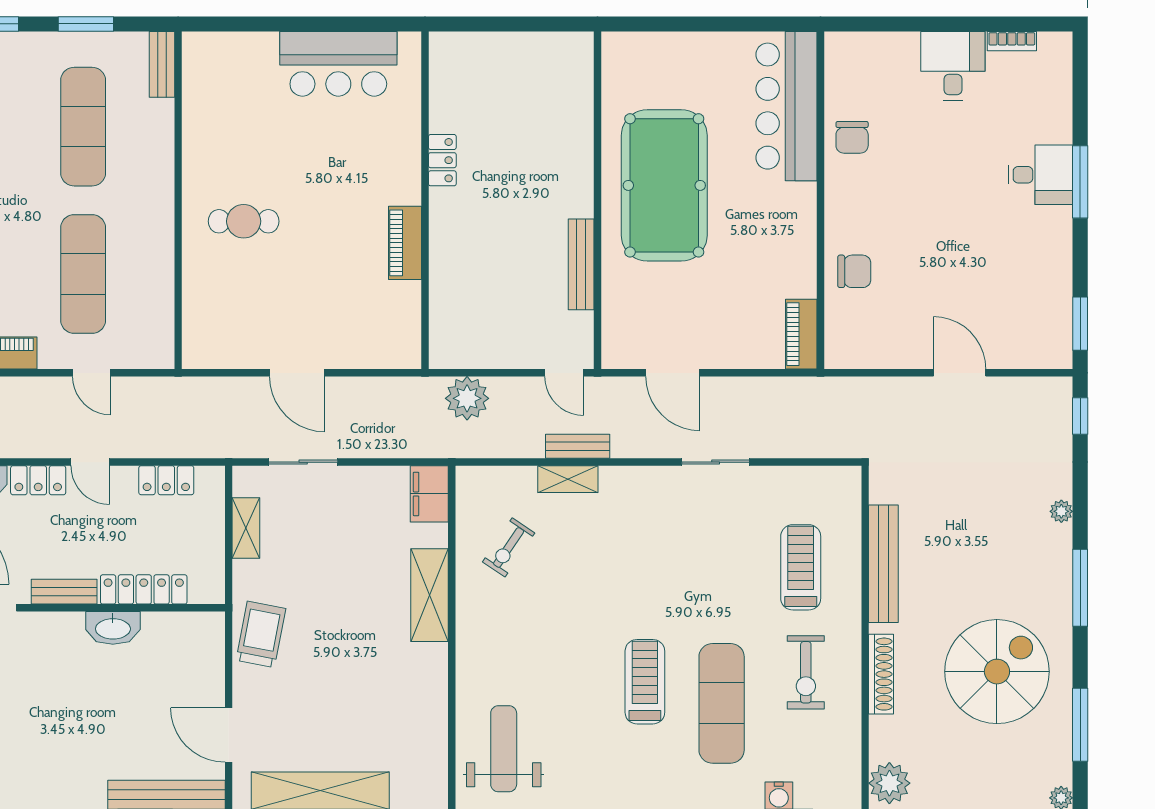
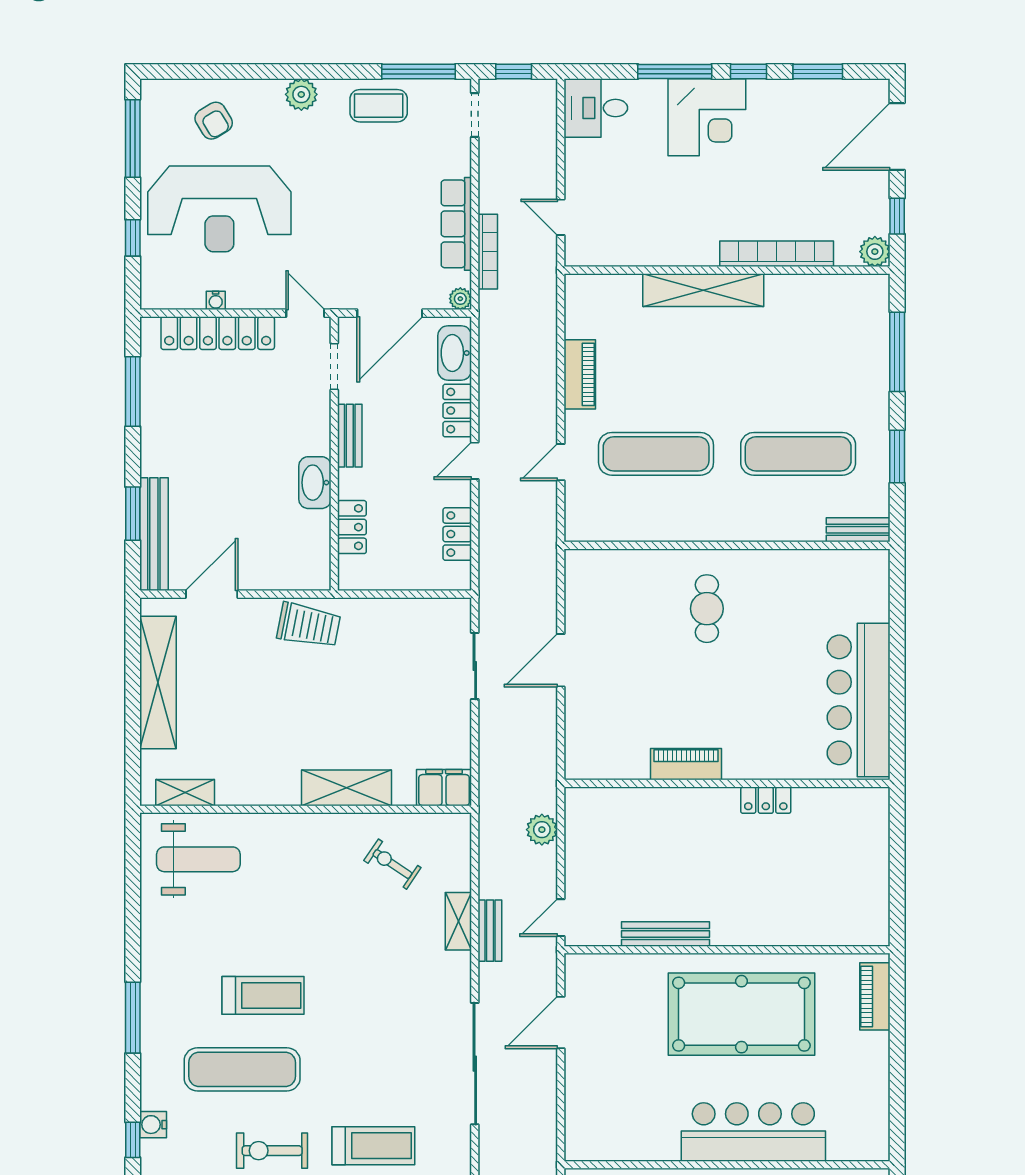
bar counter: (338, 64) -> (859, 700), width x1.36
bar counter: (786, 106) -> (753, 1132), moved
piano: (801, 334) -> (875, 996), moved, turned -90
plant: (467, 398) -> (542, 830), width x0.73, depth x0.73
sliding door: (716, 462) -> (475, 1064), width x1.86
shelving: (246, 528) -> (185, 793), moved
locker: (144, 589) -> (352, 527), width x0.66

